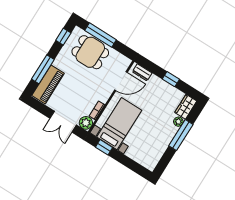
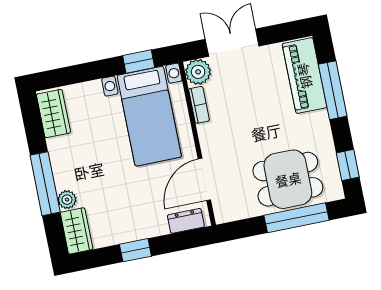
wardrobe: (153, 158) -> (53, 113), added

